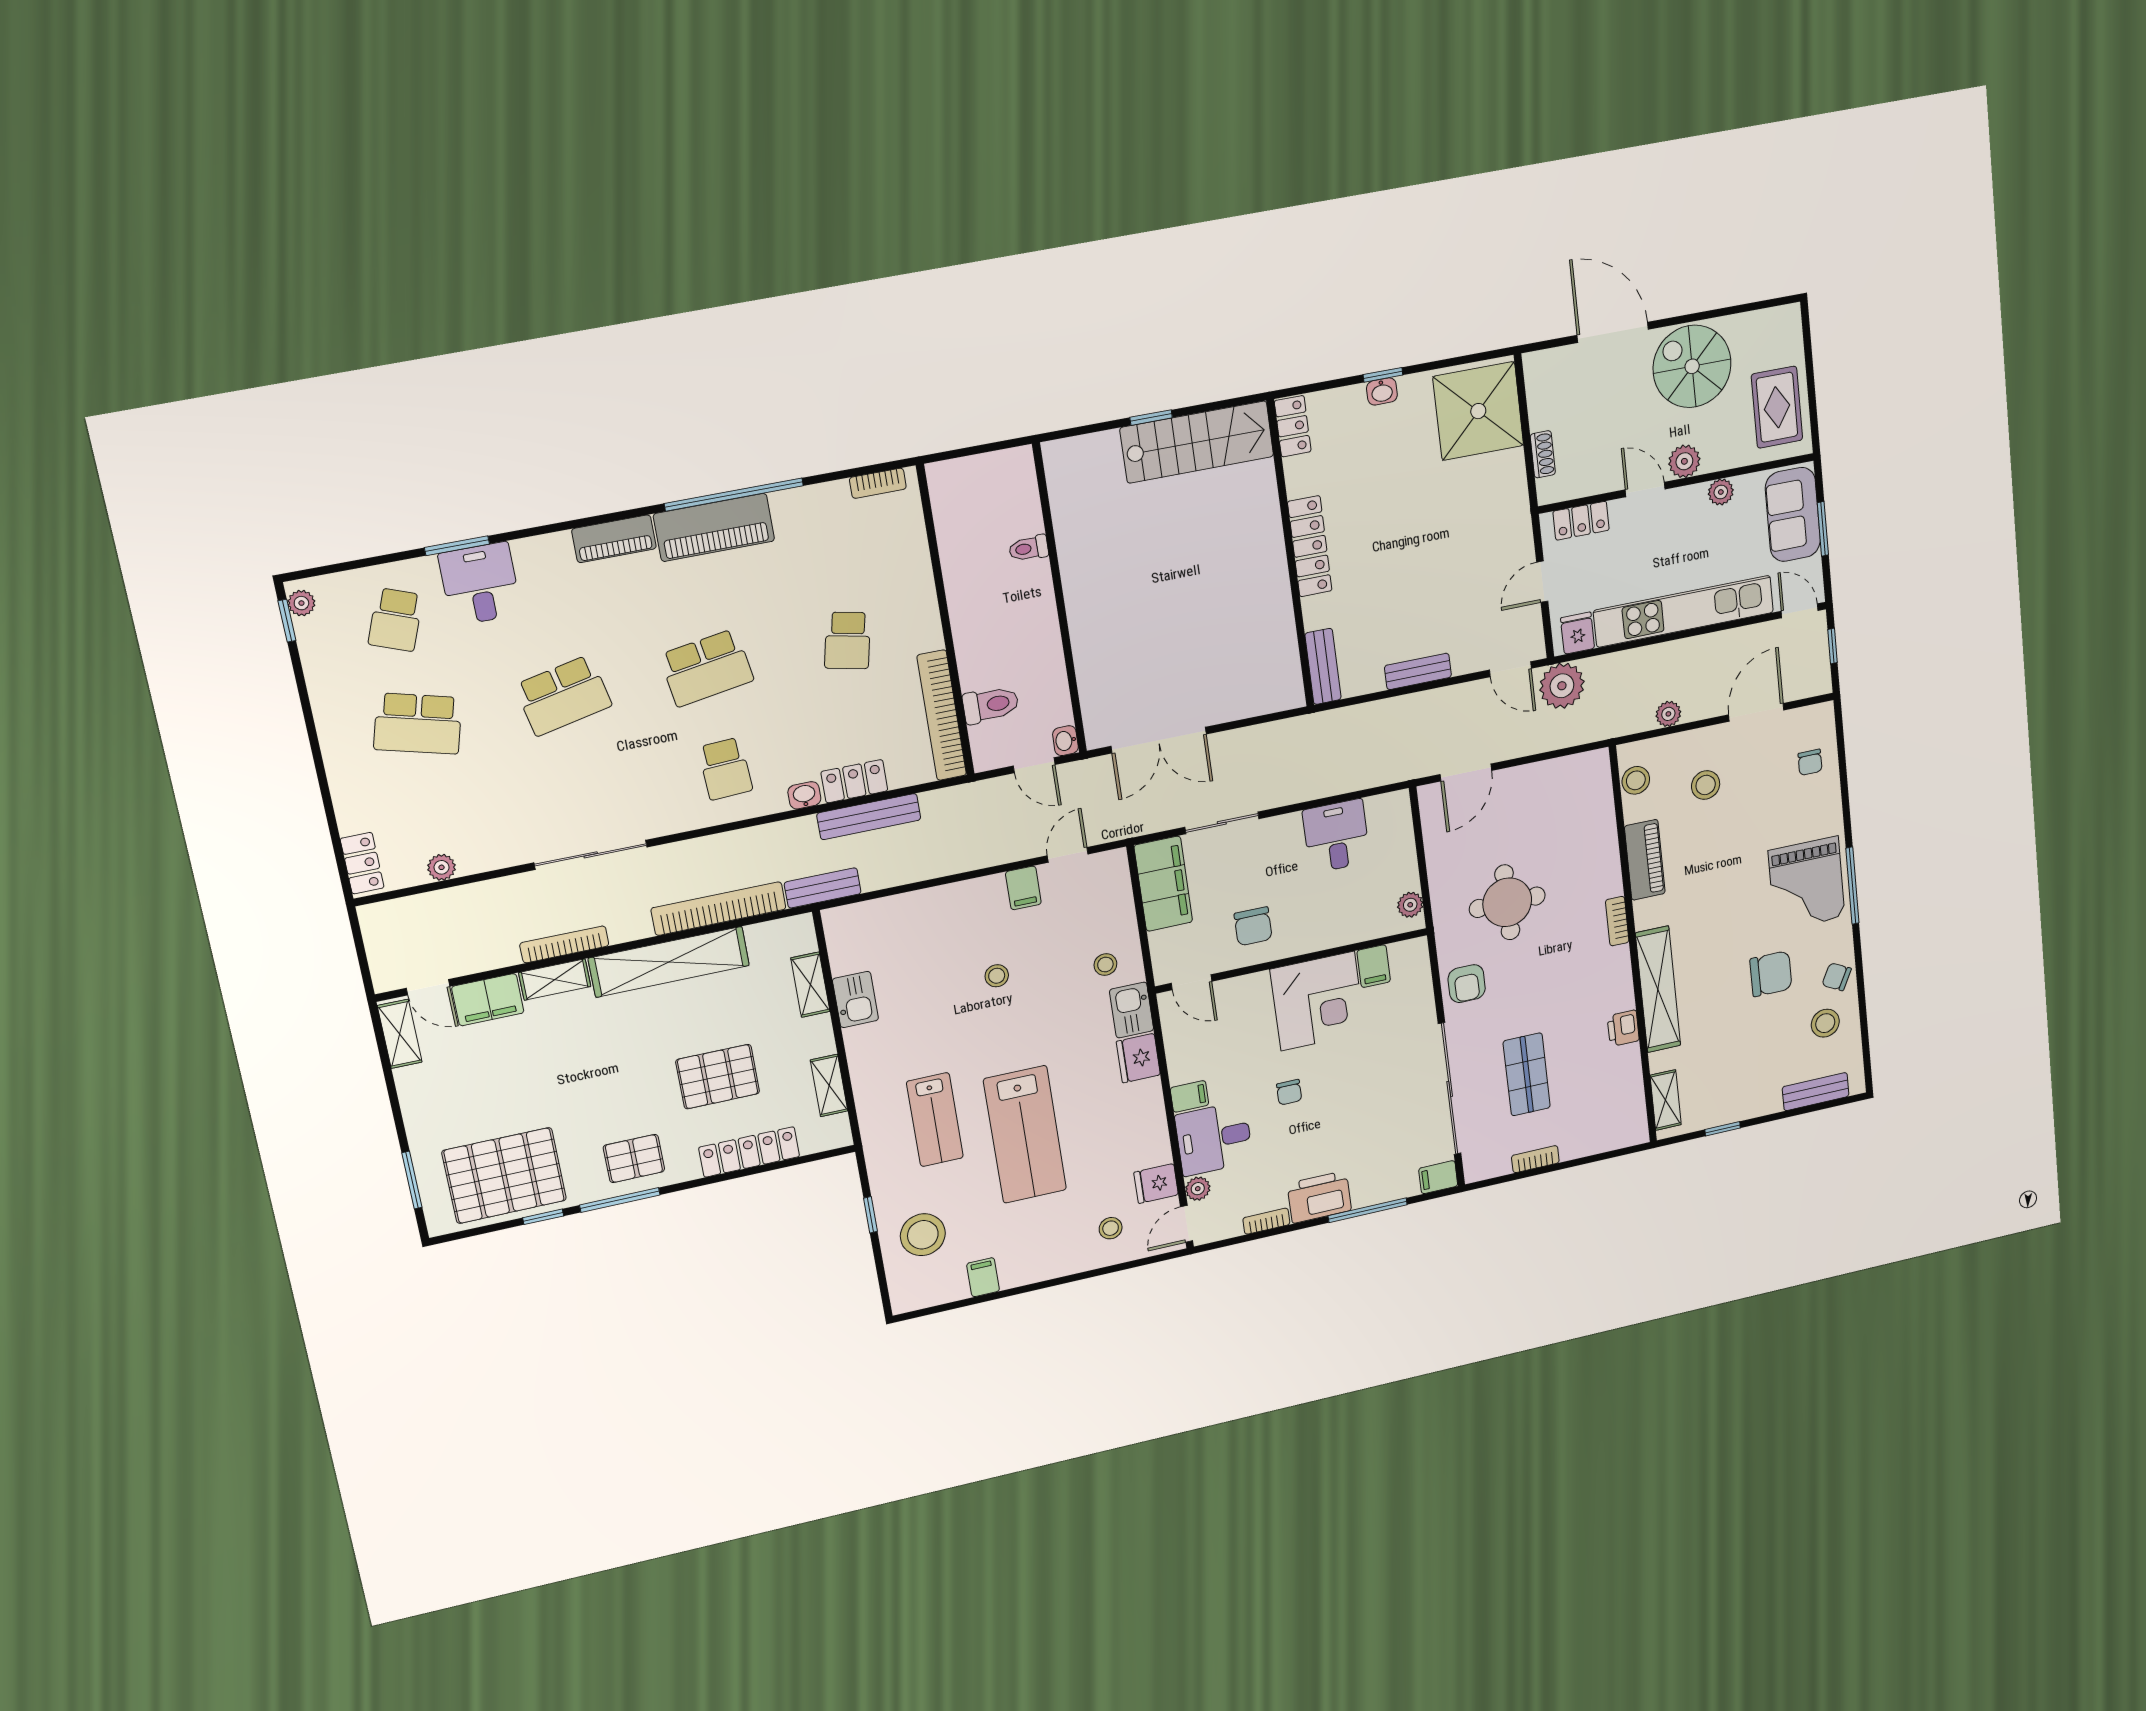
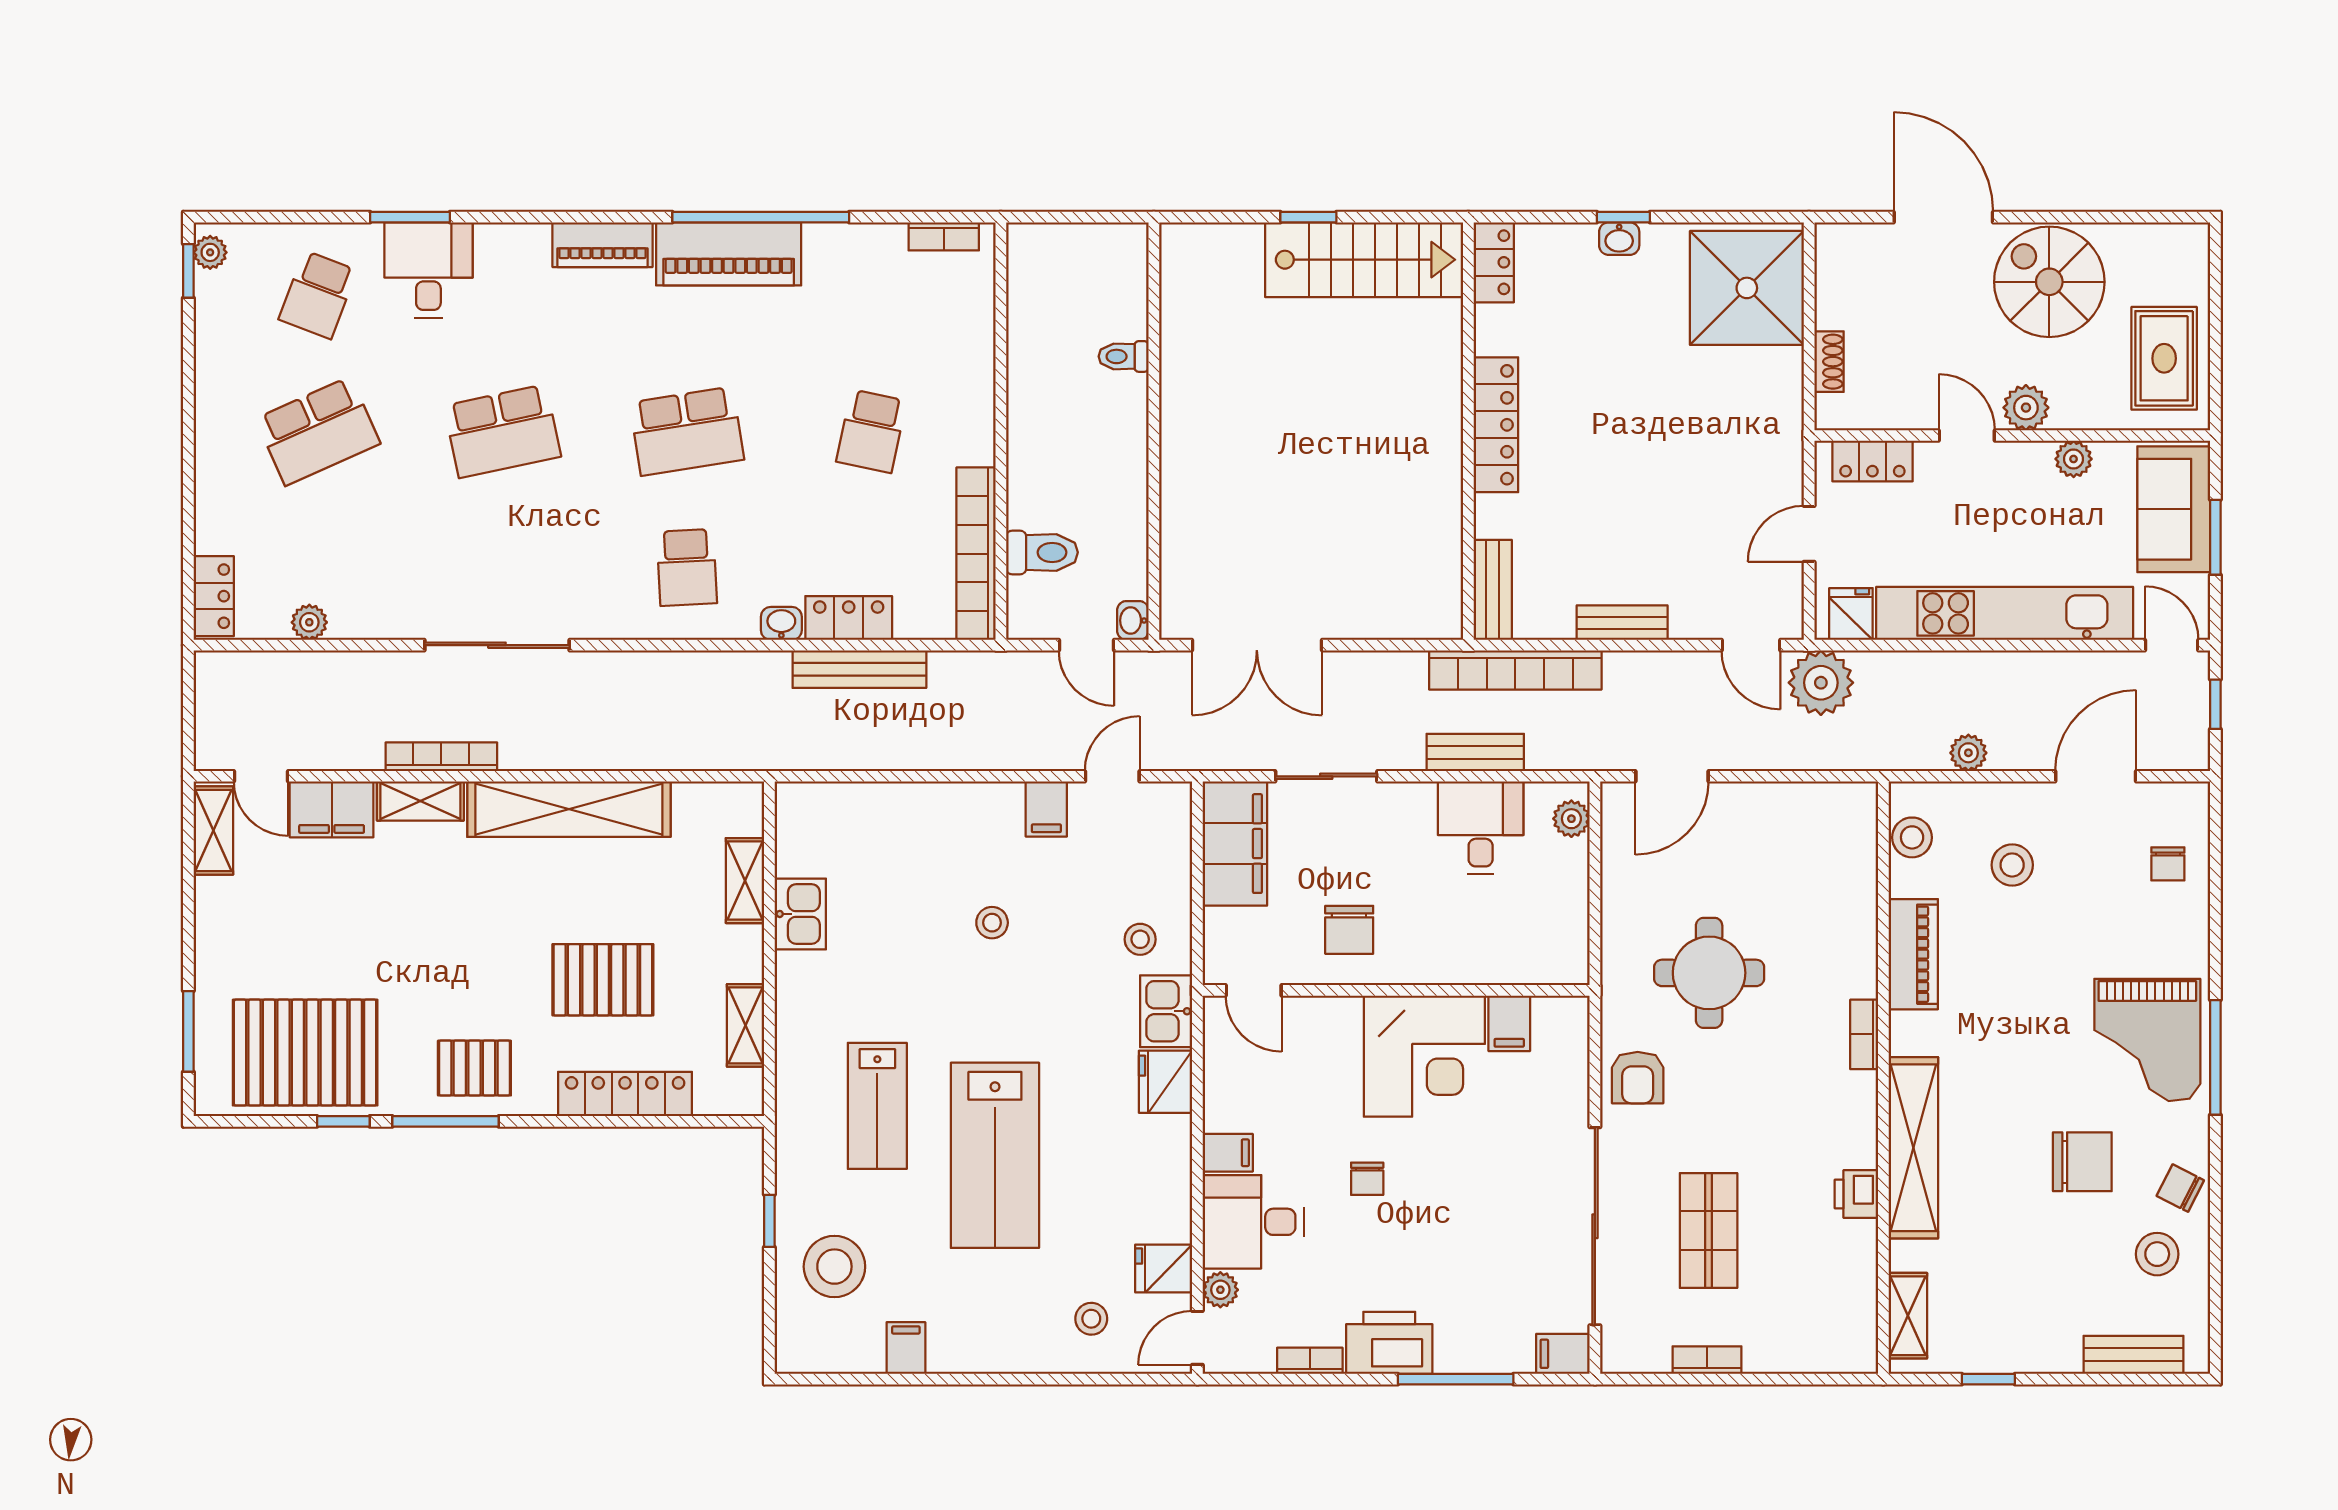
school desk: (418, 724) -> (318, 431), turned -39
bench: (823, 888) -> (1475, 752), moved
plant: (1410, 905) -> (1571, 819), moved
bookcase: (719, 909) -> (1515, 670), moved, turned 180

